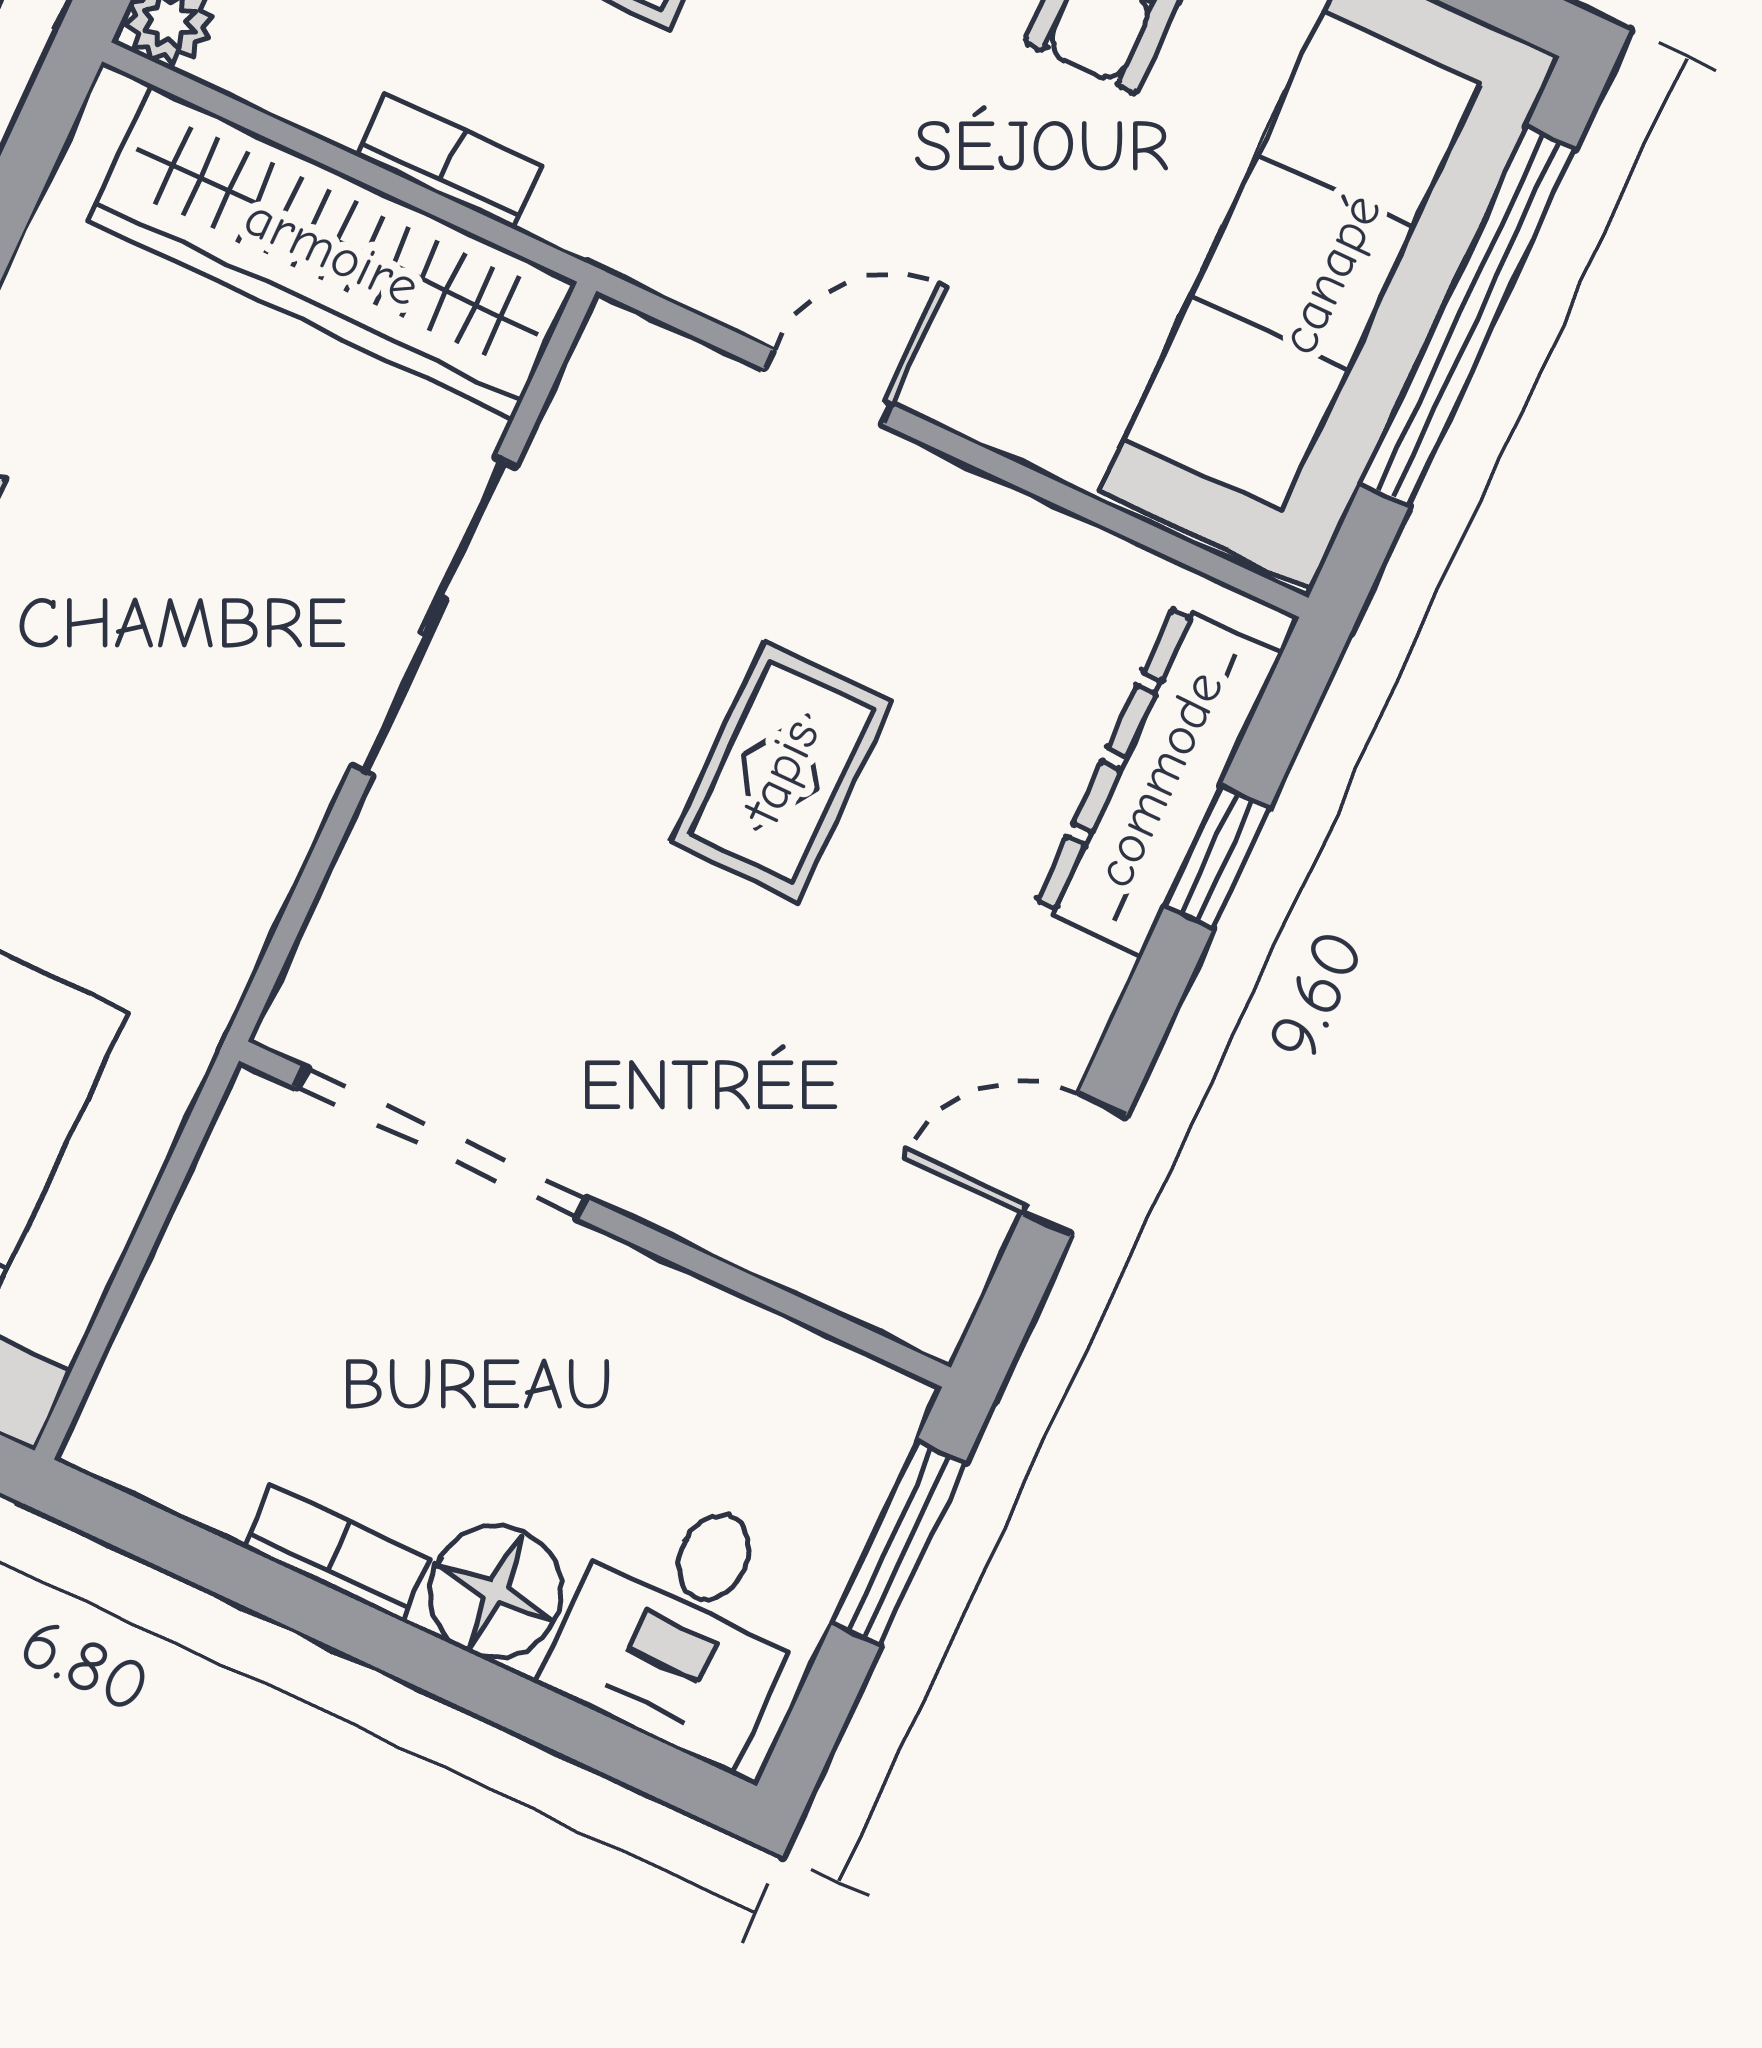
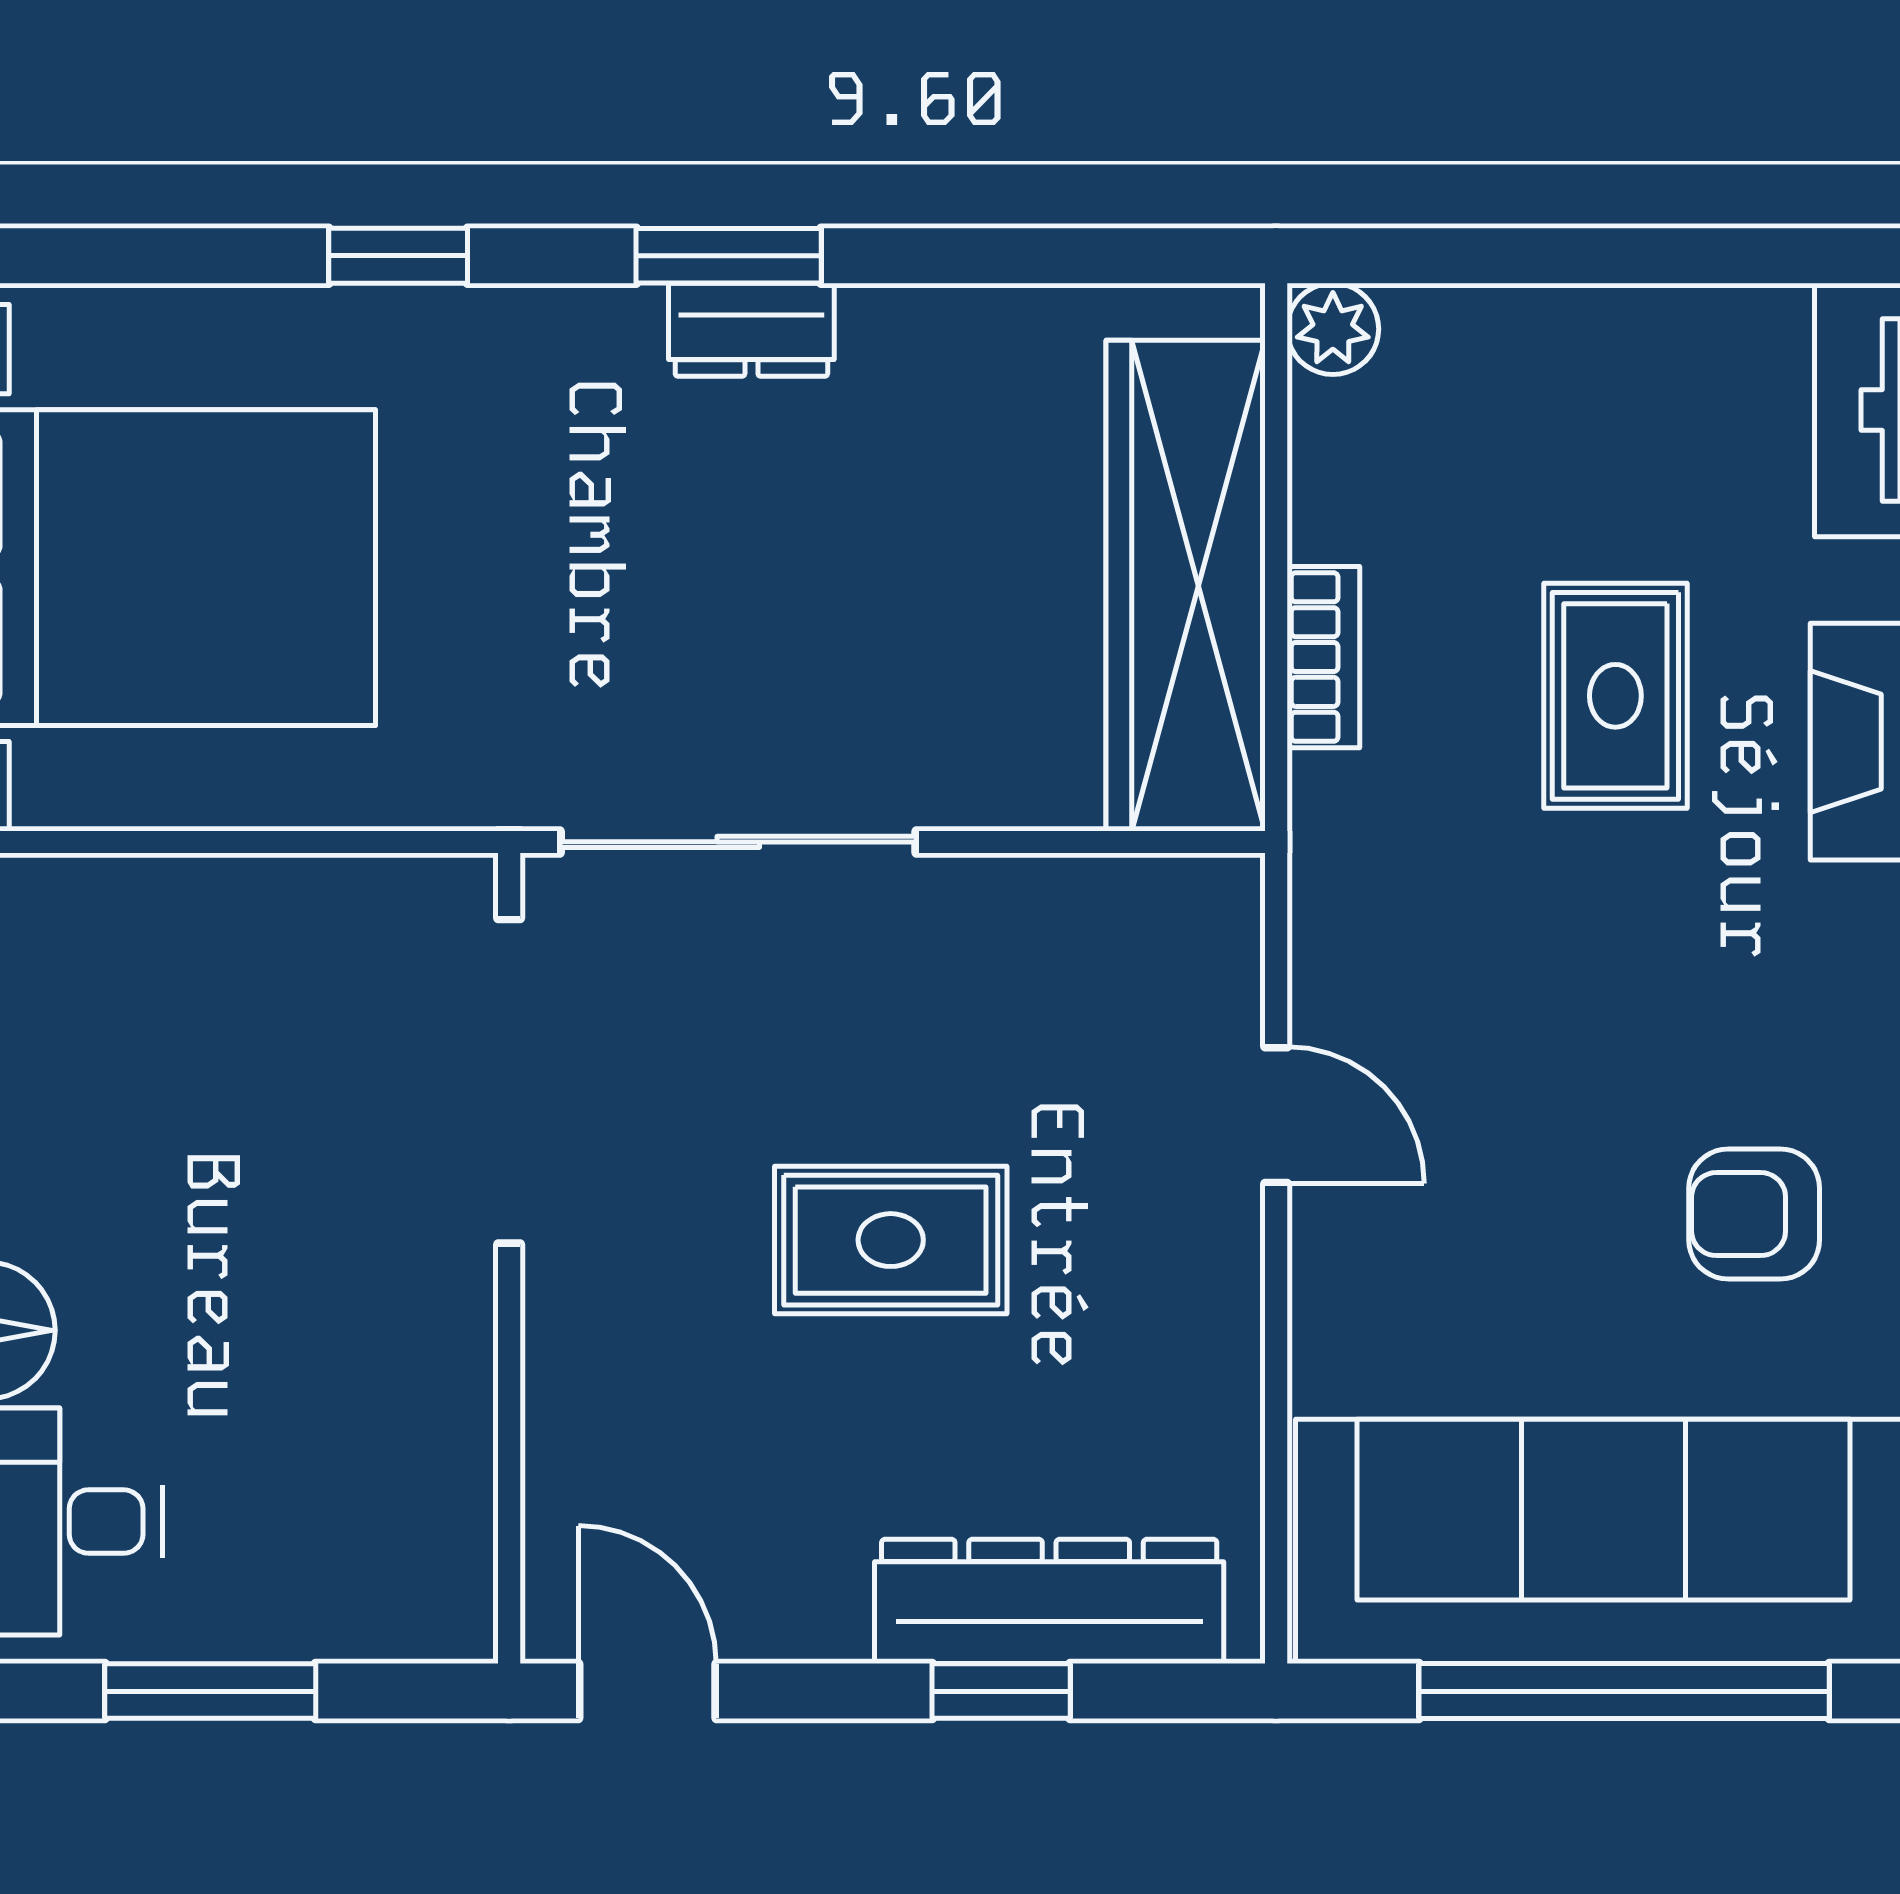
sliding door: (434, 616) -> (738, 842), moved
doorway: (441, 1143) -> (509, 1081), moved
wall: (595, 1214) -> (509, 1258), moved

